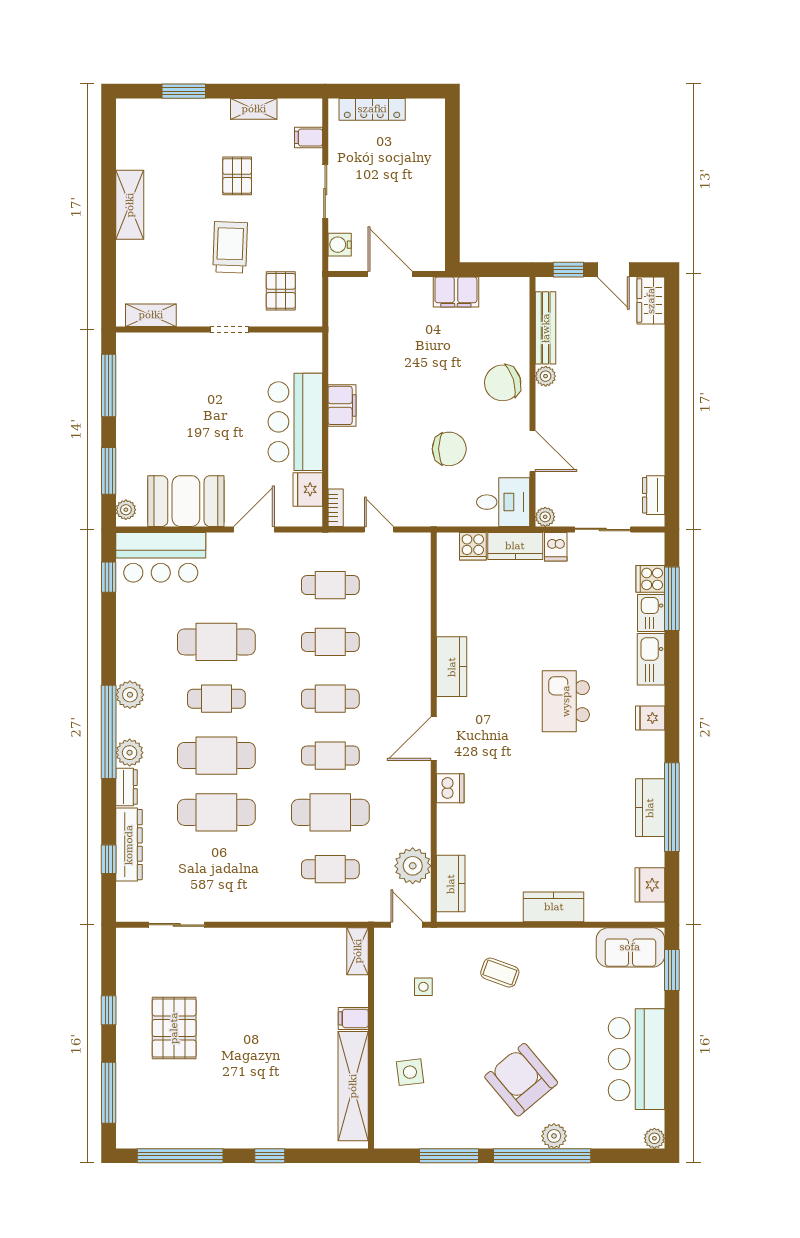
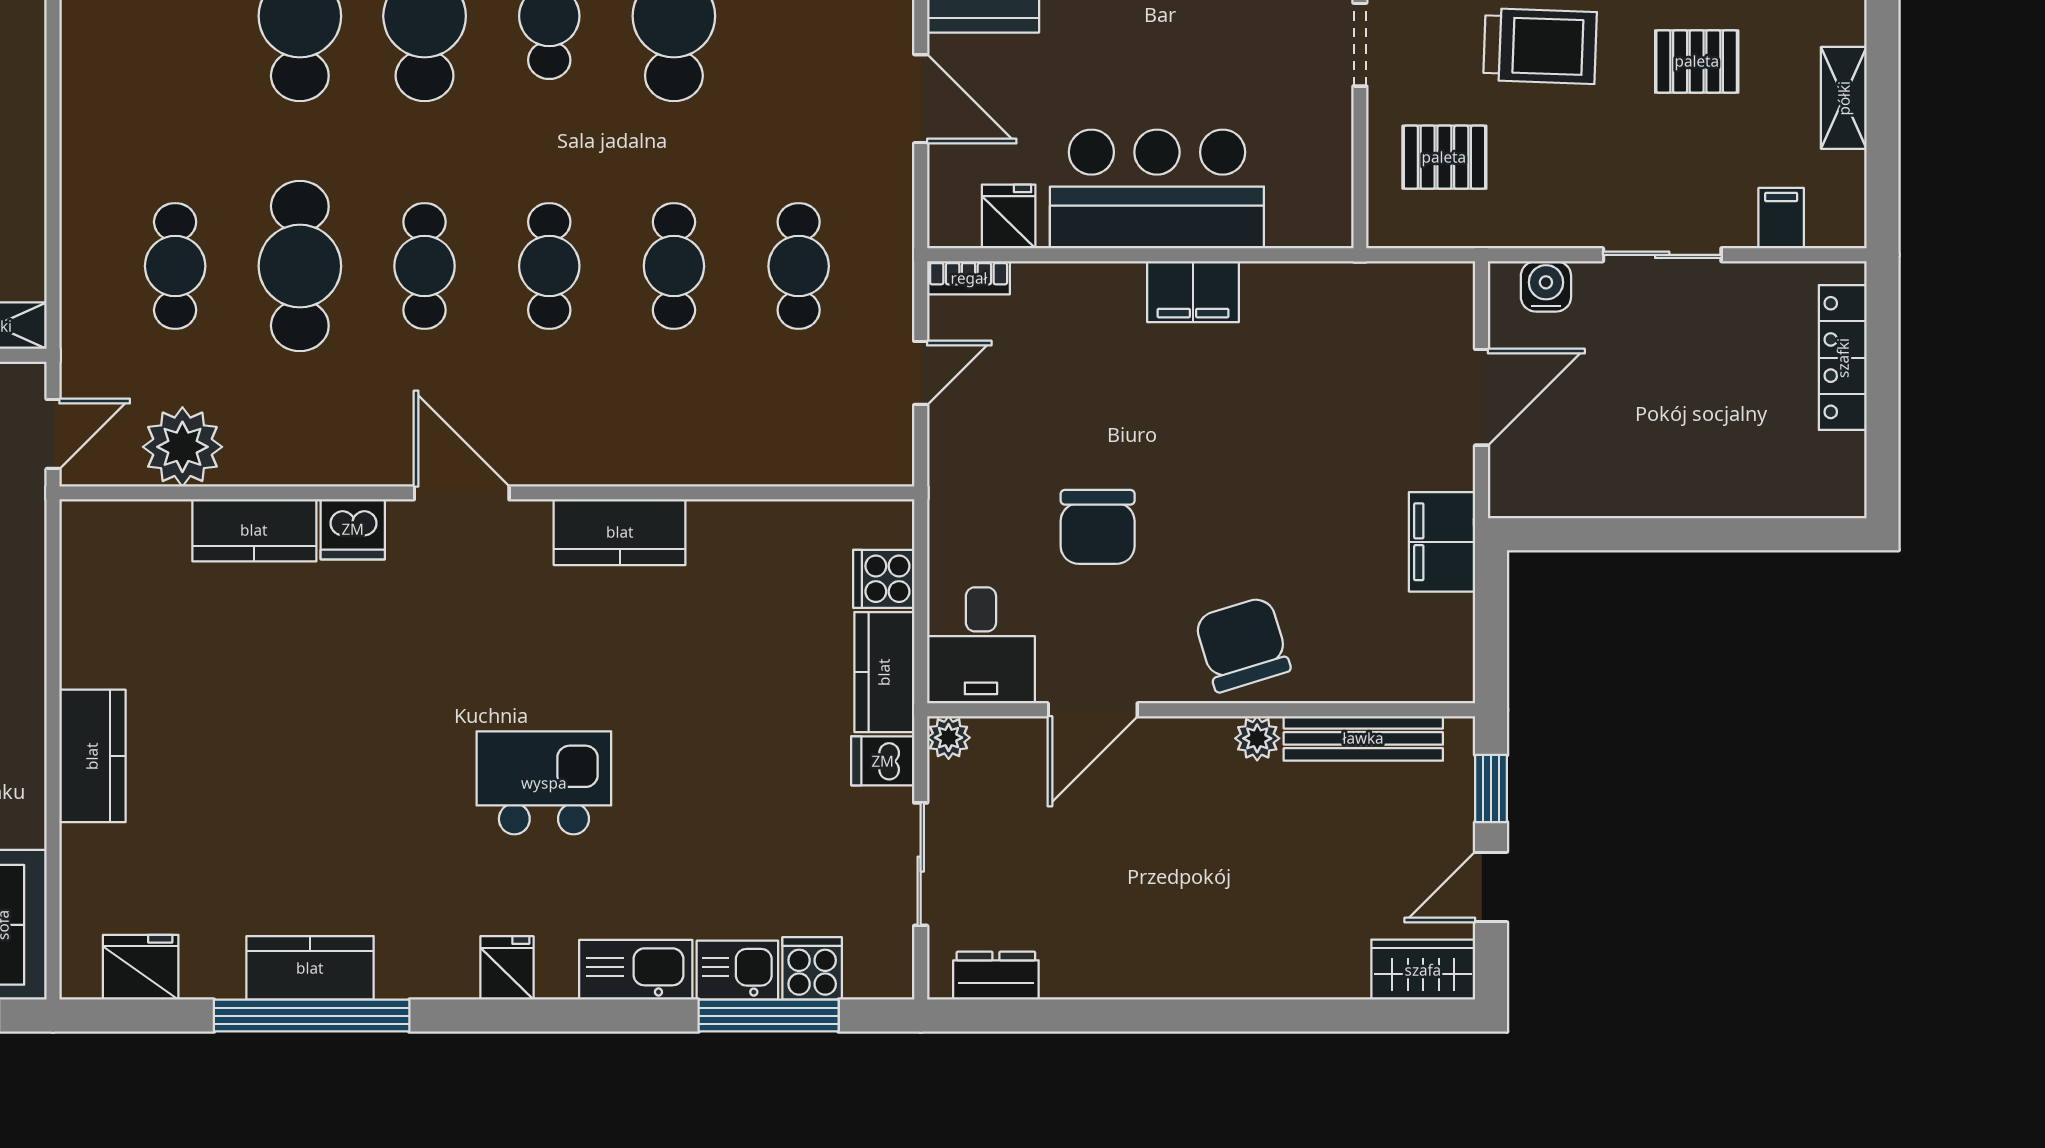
fridge: (308, 489) -> (1009, 216), width x0.72
kitchen counter: (451, 884) -> (254, 530), moved

